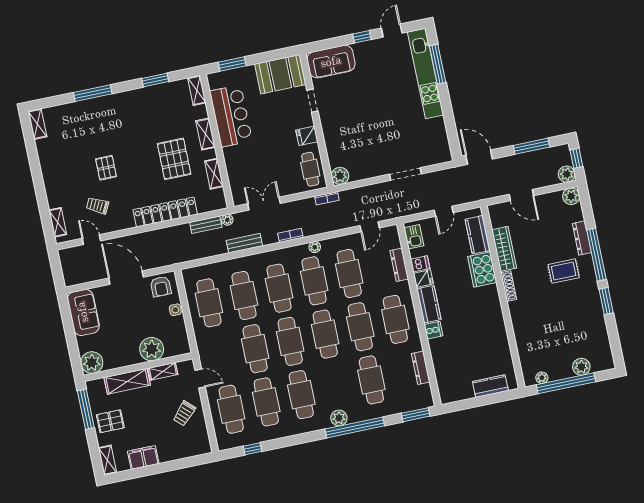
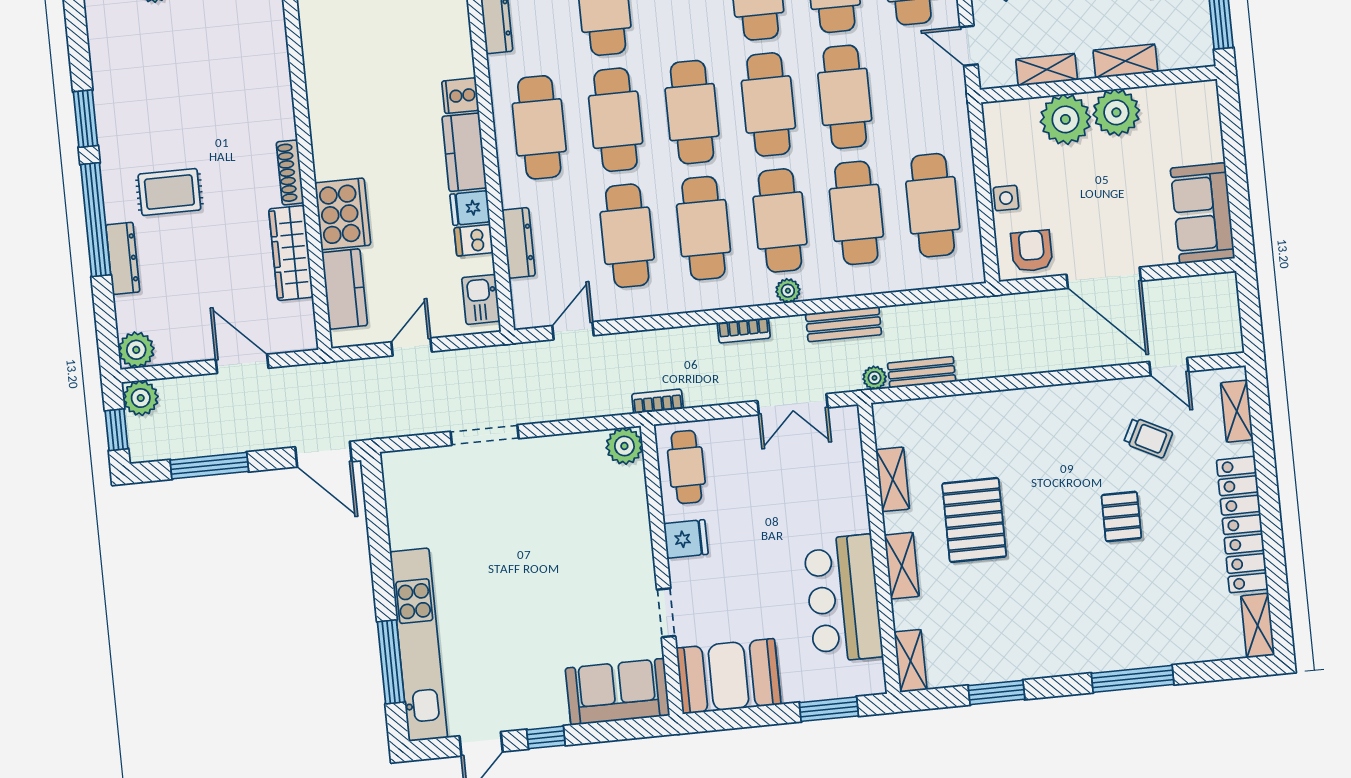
locker: (165, 212) -> (1242, 525), moved, turned 90
plant: (315, 247) -> (788, 291), moved
plant: (92, 363) -> (1116, 112), moved
shelving: (127, 381) -> (1125, 61), width x0.67, depth x0.75

